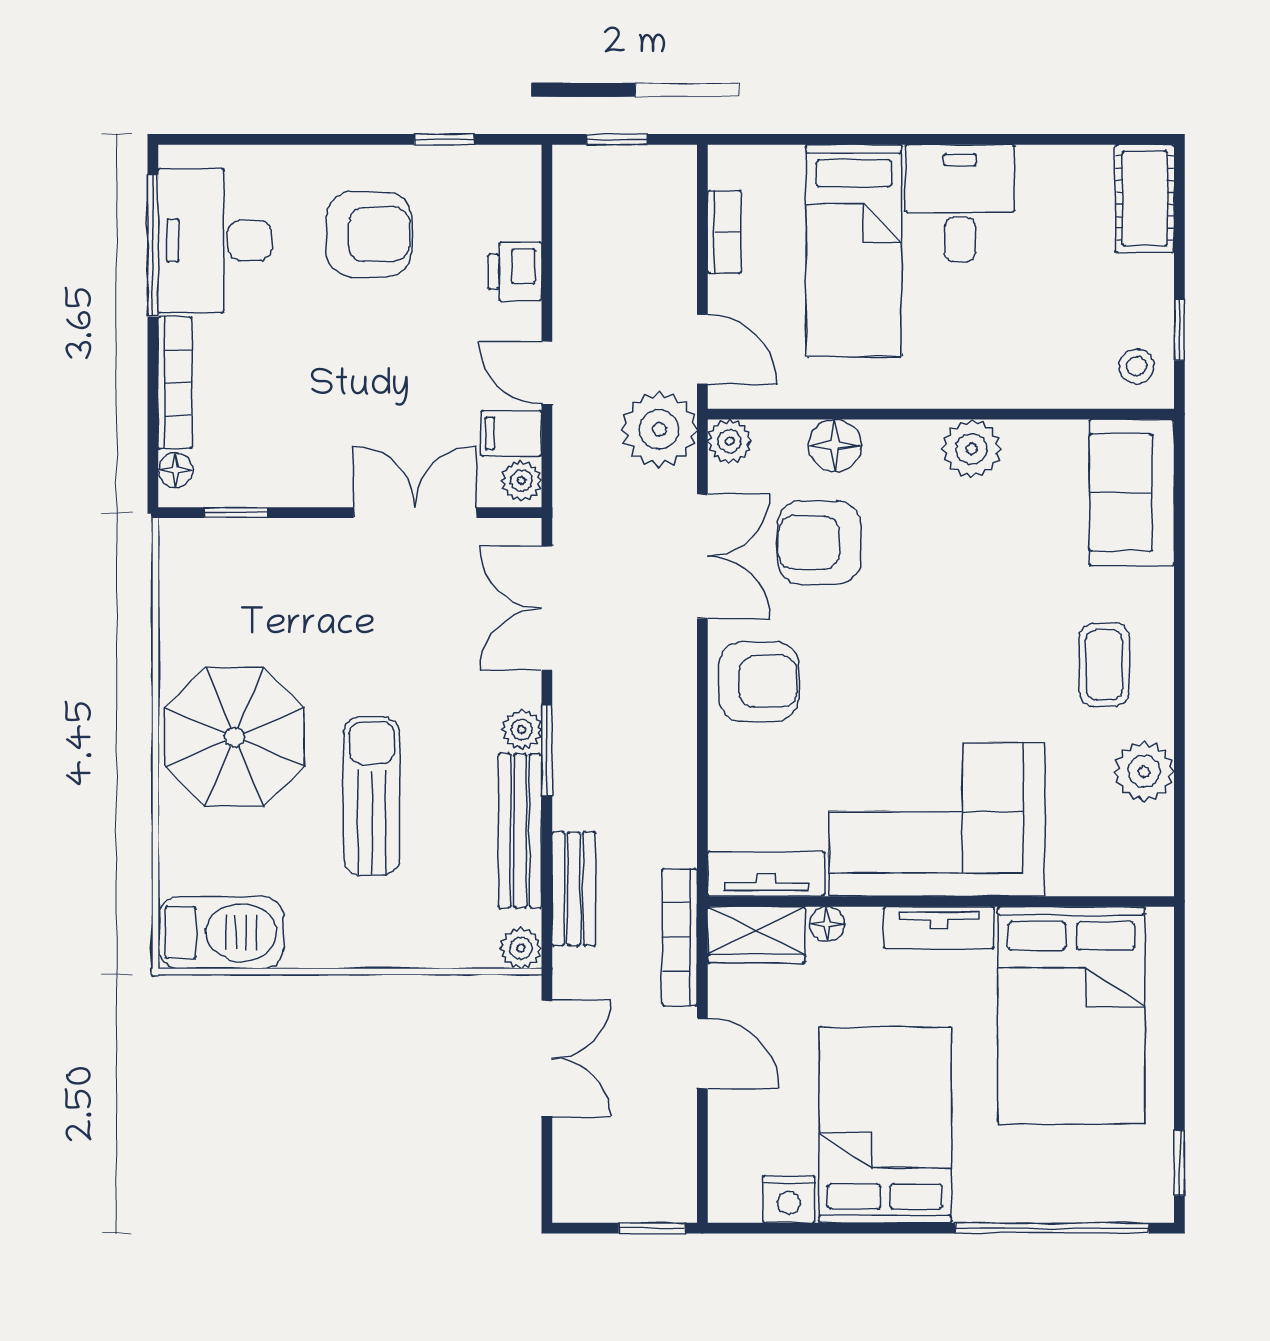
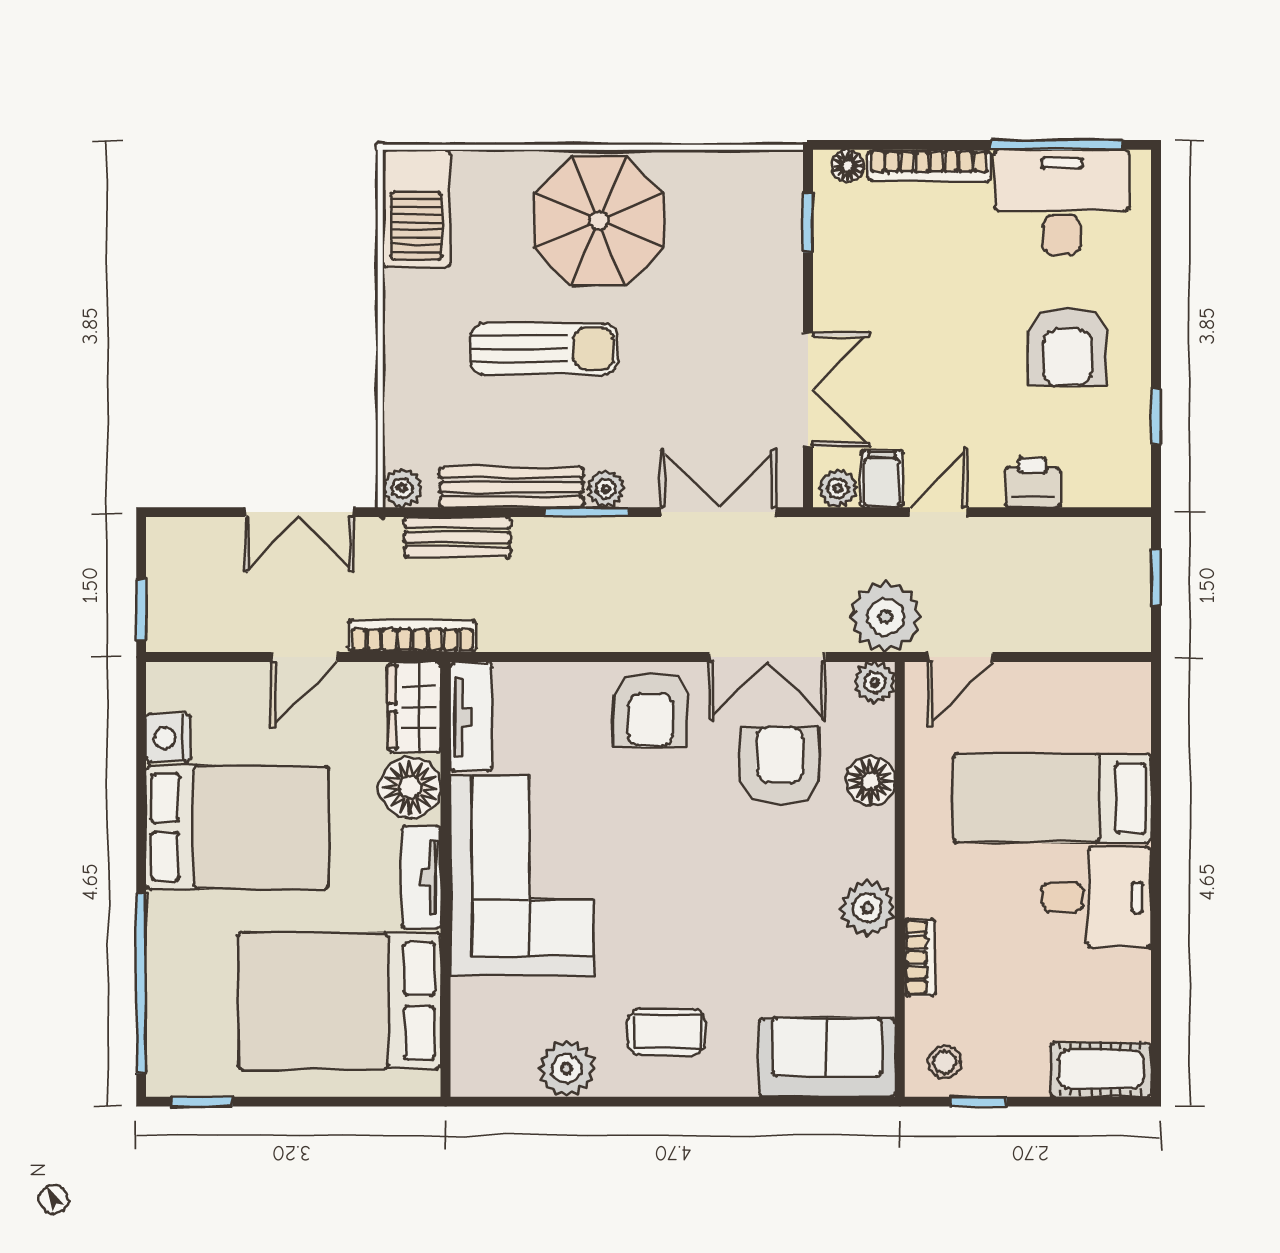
bookcase: (724, 232) -> (920, 957), moved, turned -90
floor lamp: (827, 924) -> (410, 787), width x1.89, depth x1.89

